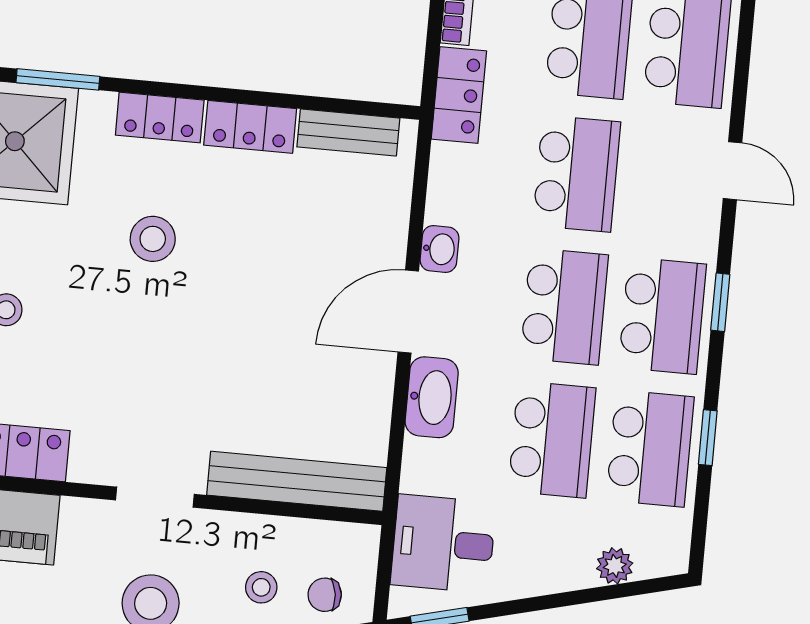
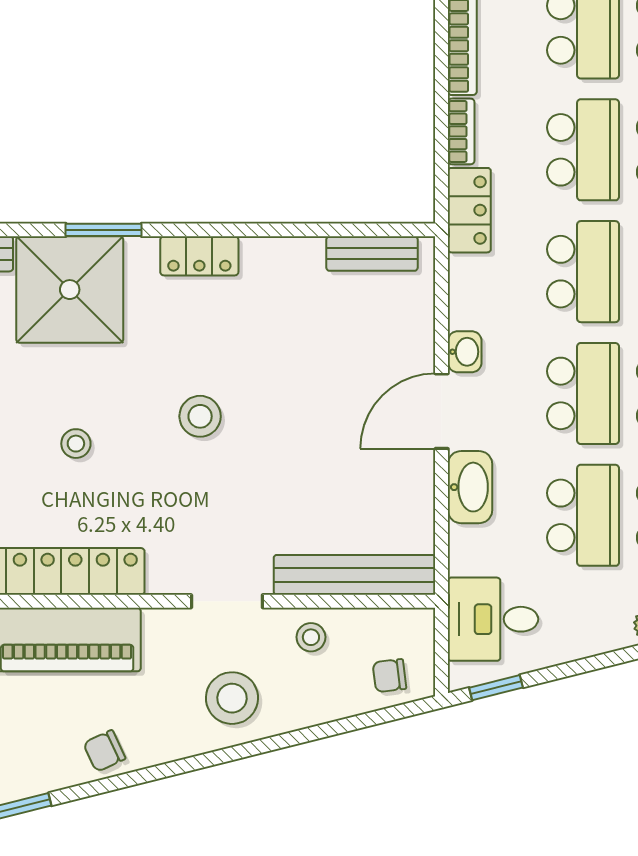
locker: (250, 127) -> (282, 257), removed
stool: (153, 239) -> (200, 416), moved
stool: (261, 587) -> (311, 637), moved

